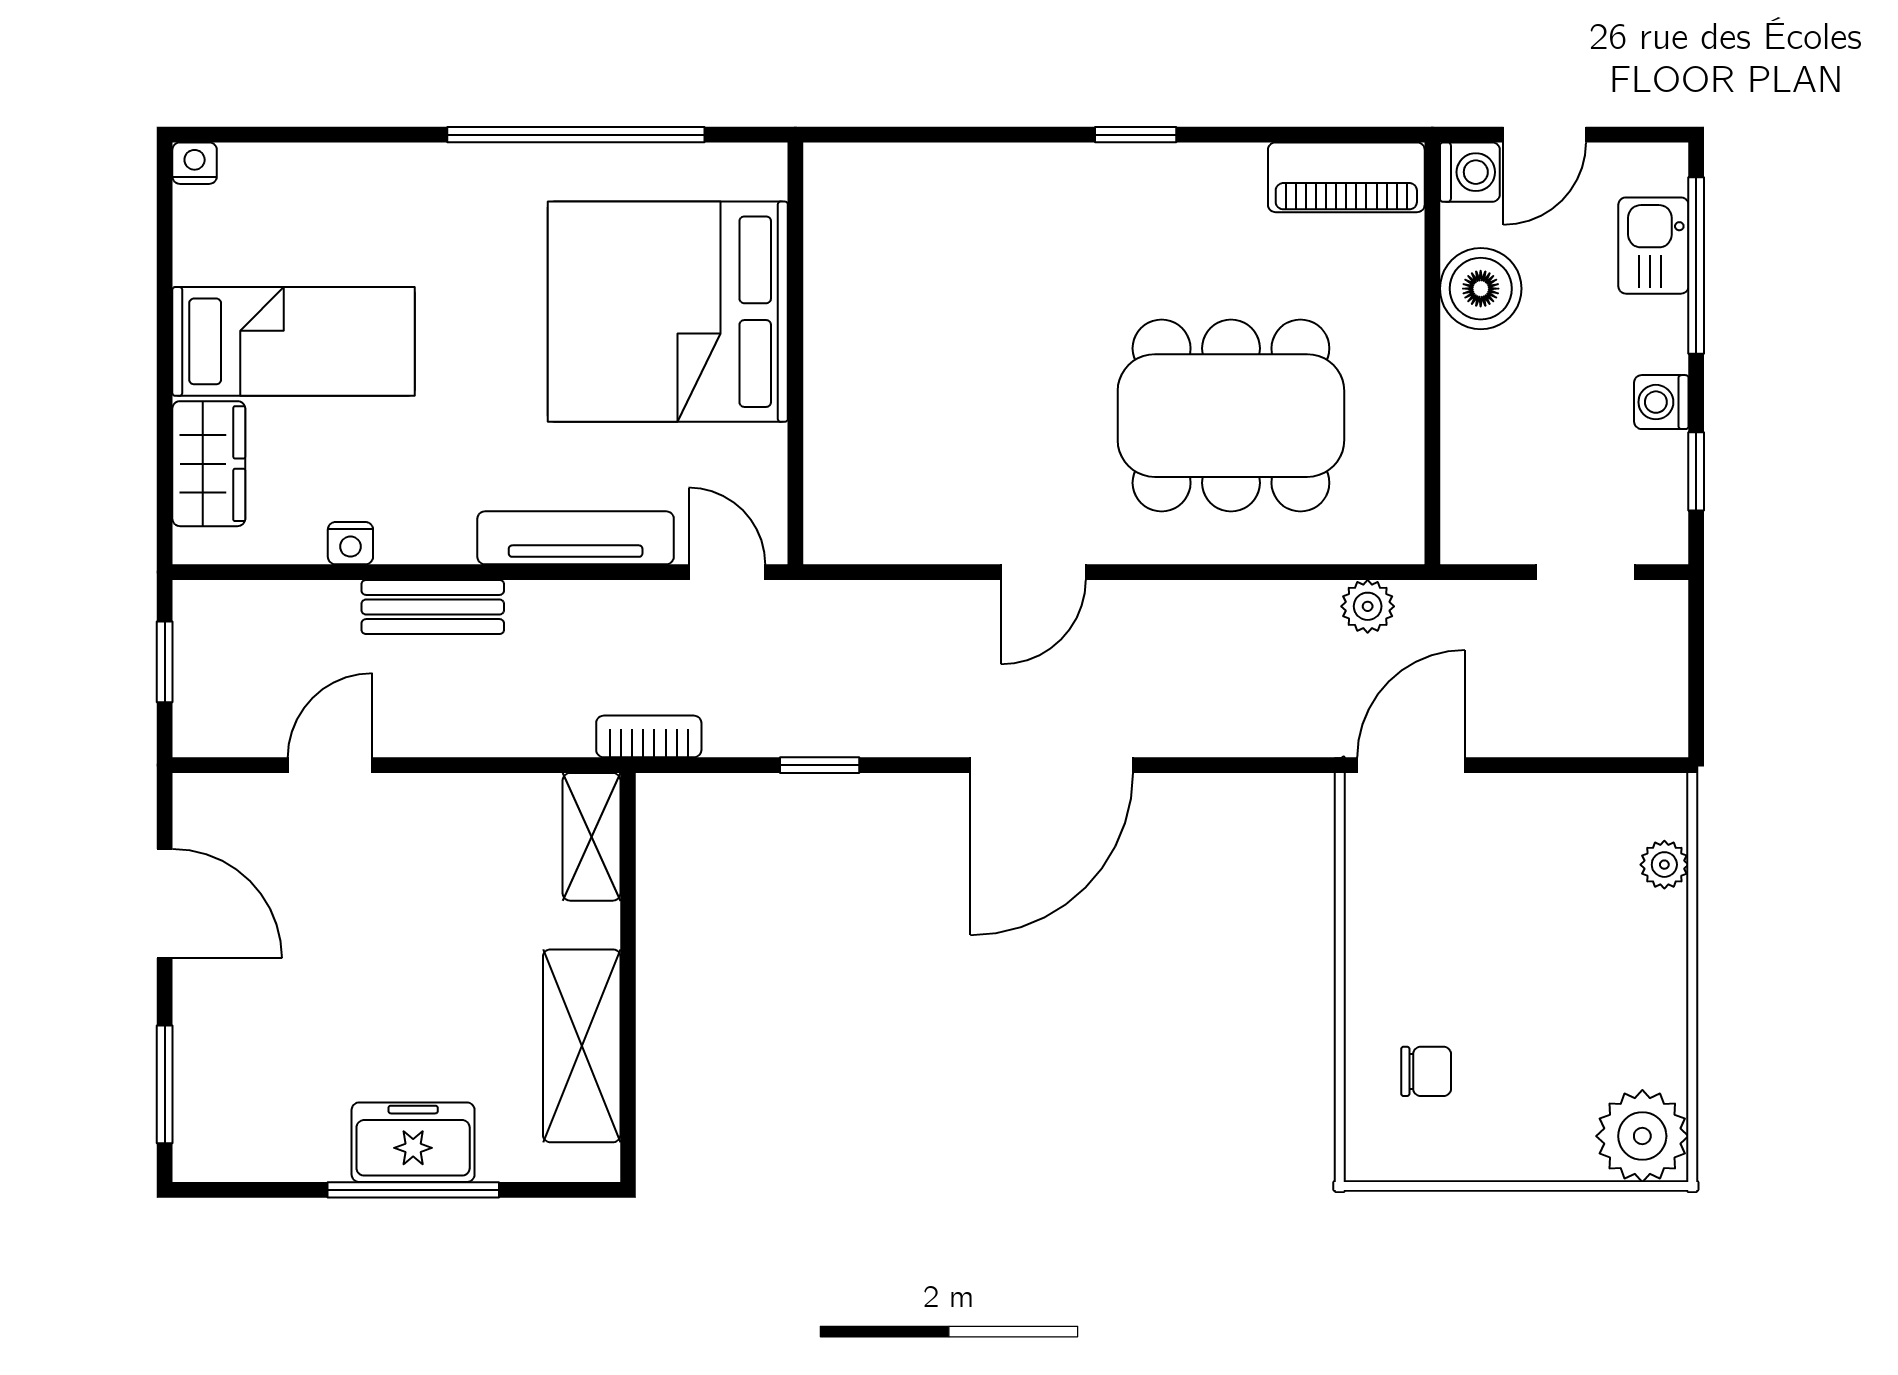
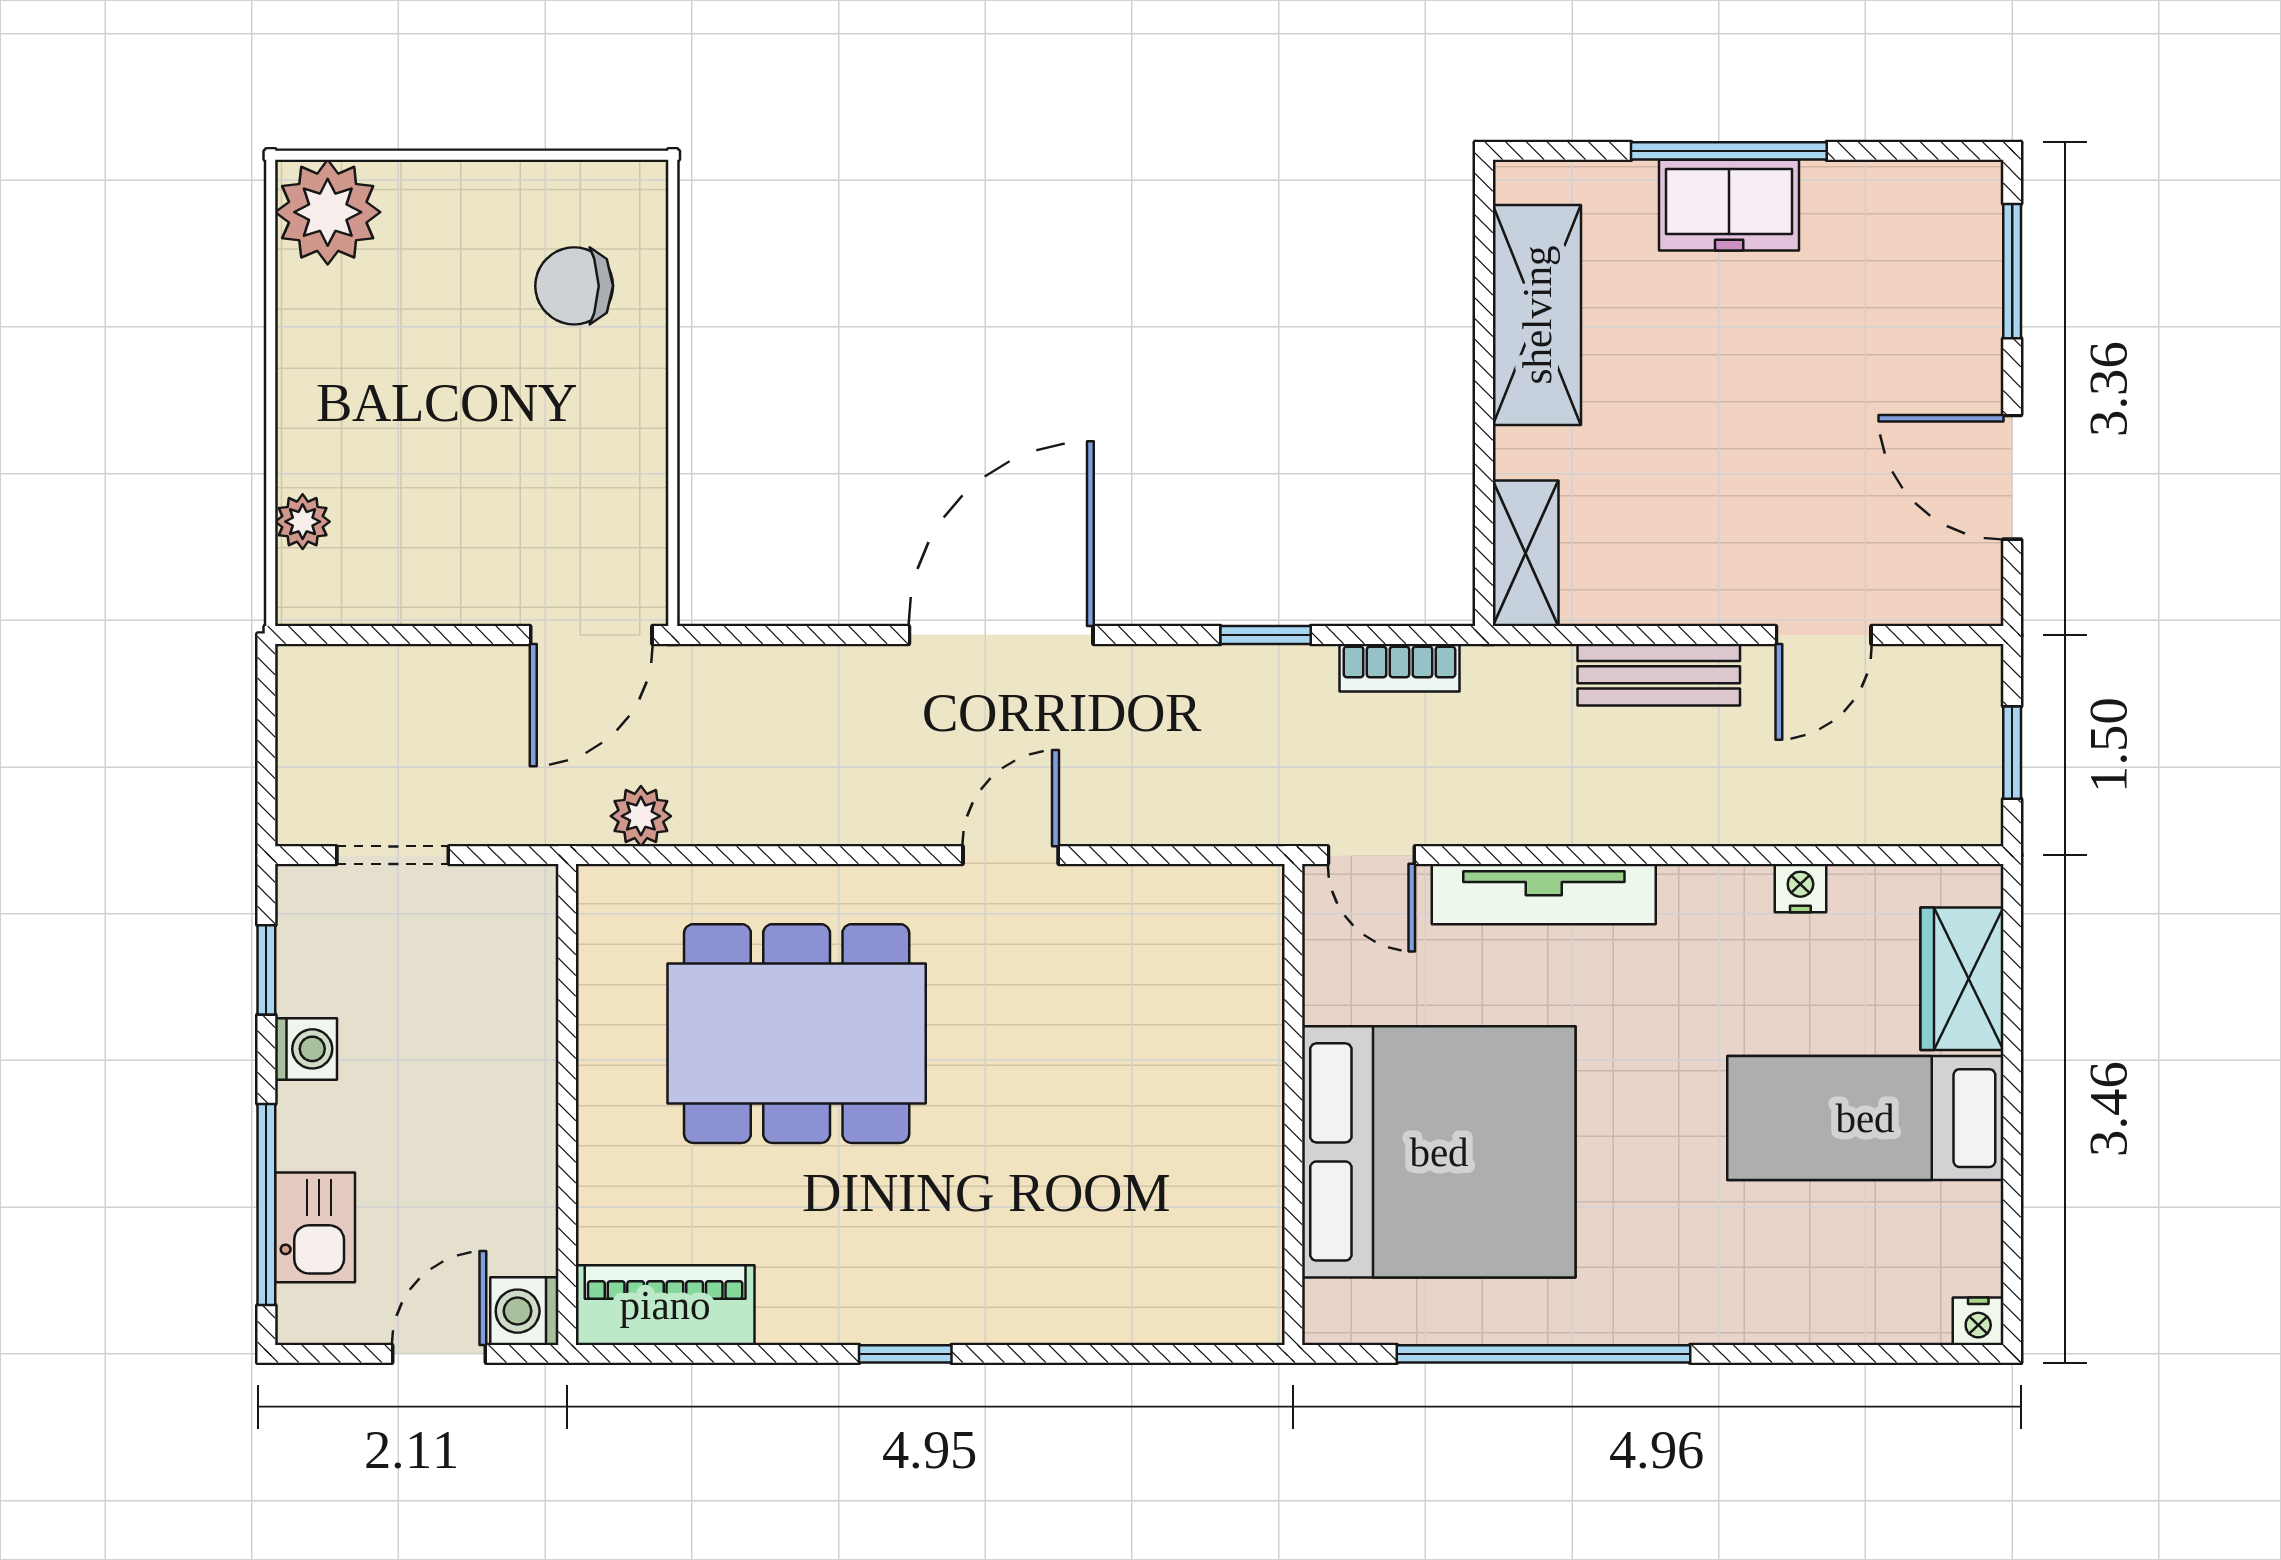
boiler: (1481, 289) -> (512, 1178), removed
bench: (433, 607) -> (1659, 675), moved
bookcase: (649, 736) -> (1399, 668), moved
chair: (1426, 1071) -> (574, 286), width x1.37, depth x1.37

